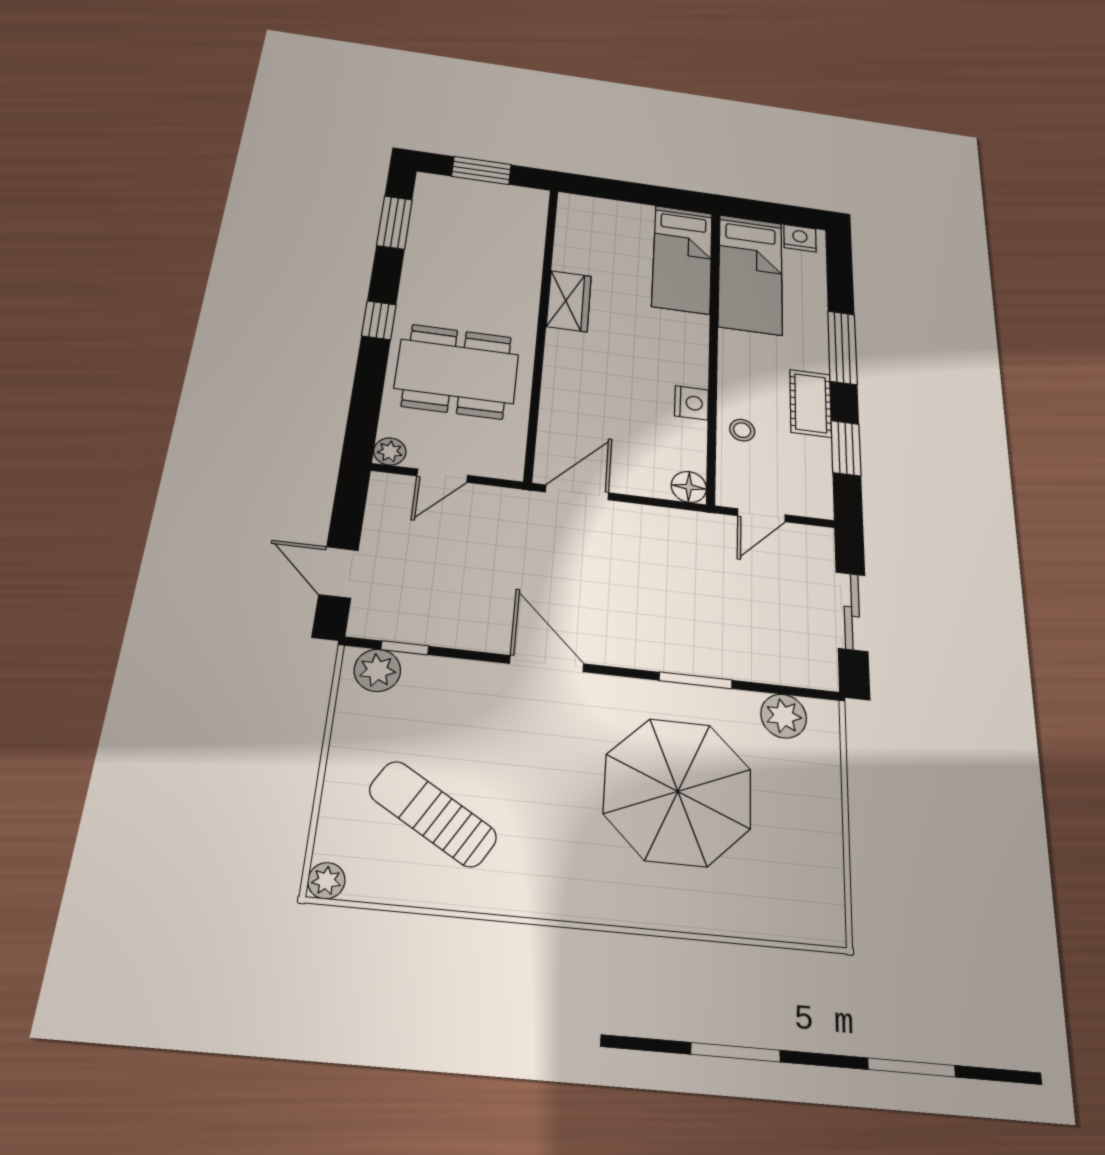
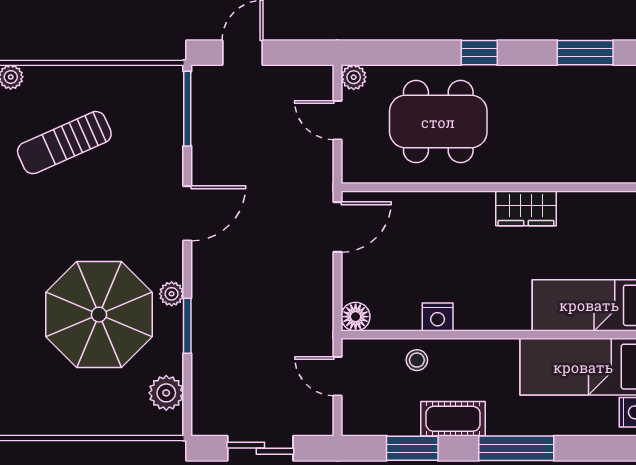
dining table: (457, 371) -> (438, 122), turned 90
door: (577, 492) -> (338, 227), hinge flipped
window: (405, 648) -> (187, 109), width x2.17
plant: (377, 670) -> (172, 294), moved, width x0.73, depth x0.73
sun lounger: (433, 814) -> (64, 143), turned -145

